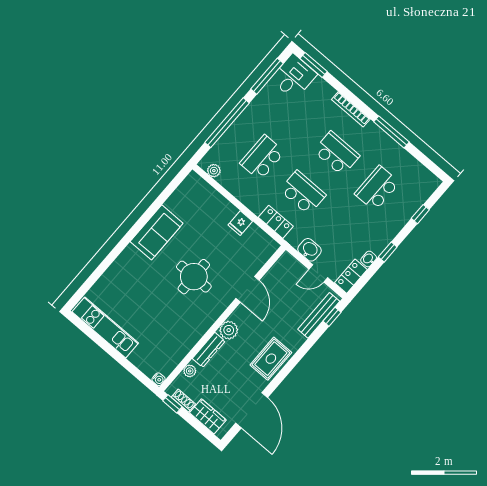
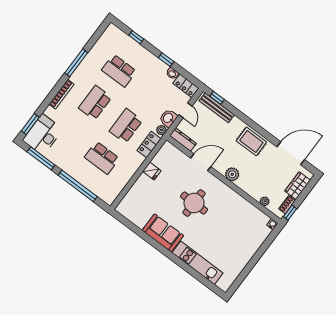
desk: (294, 77) -> (43, 135), width x1.37
plant: (214, 171) -> (161, 130), moved
kitchen unit: (105, 327) -> (198, 263), moved, turned 90
dresser: (209, 350) -> (183, 139), moved

